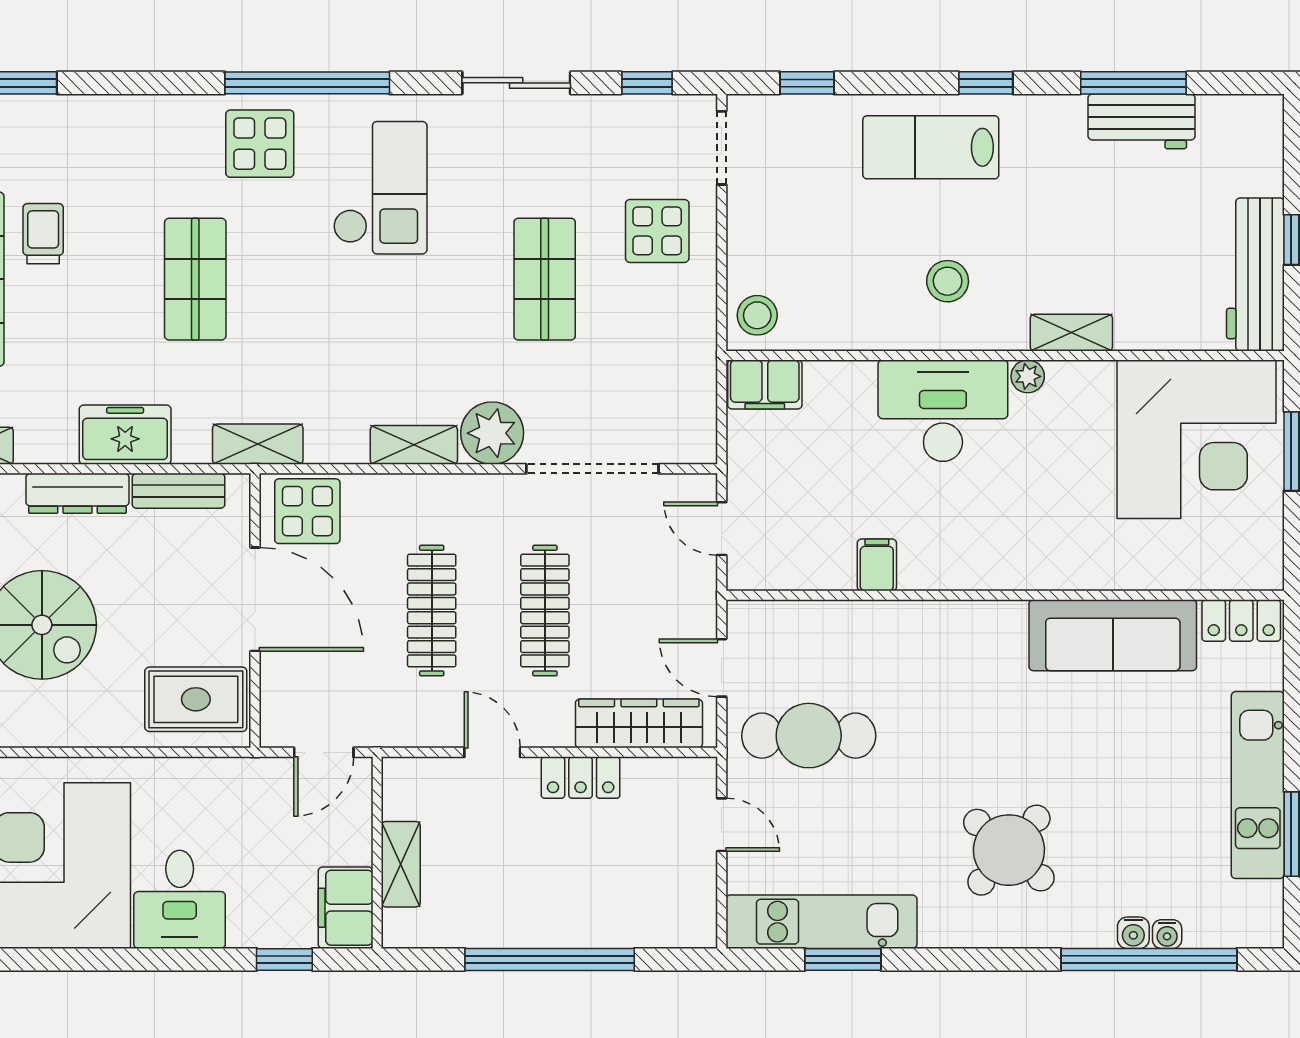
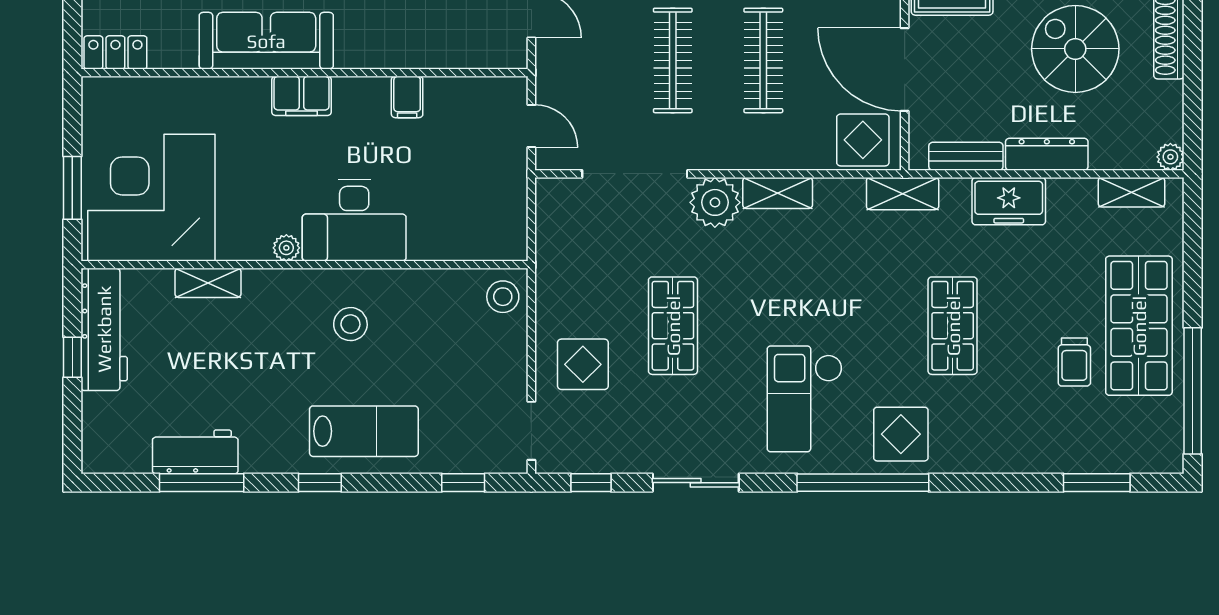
shelving: (1071, 333) -> (208, 283), moved
filing cabinet: (765, 385) -> (302, 96), moved, turned 180
sofa: (1113, 635) -> (266, 41), moved

